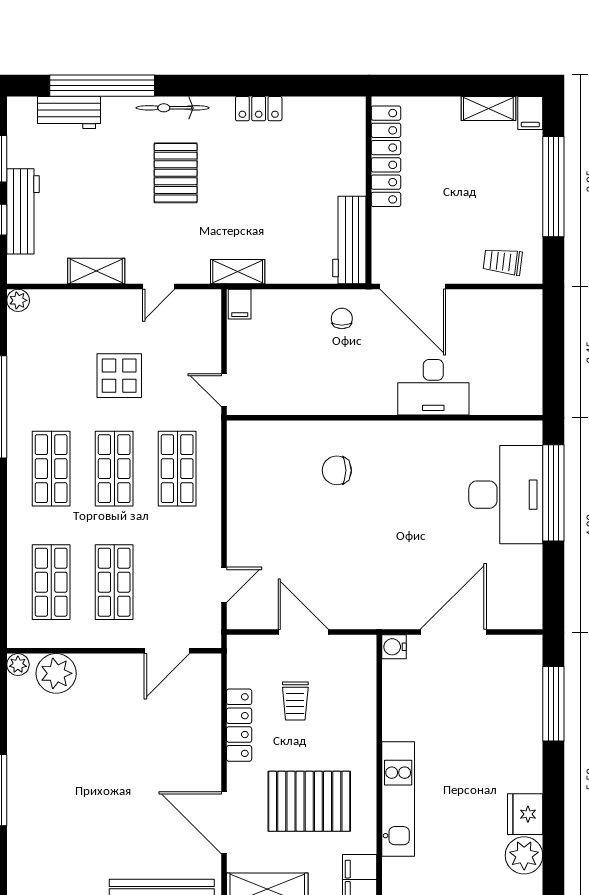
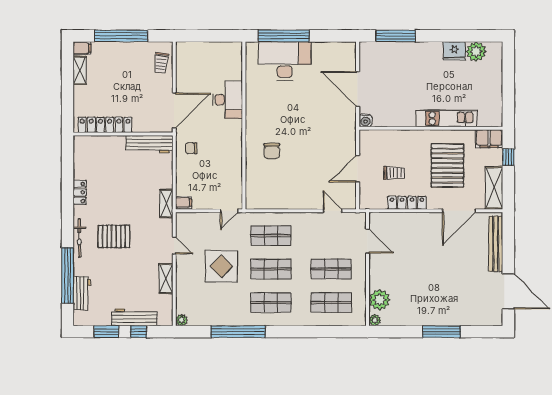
display table: (119, 376) -> (221, 266), width x1.36, depth x1.36

